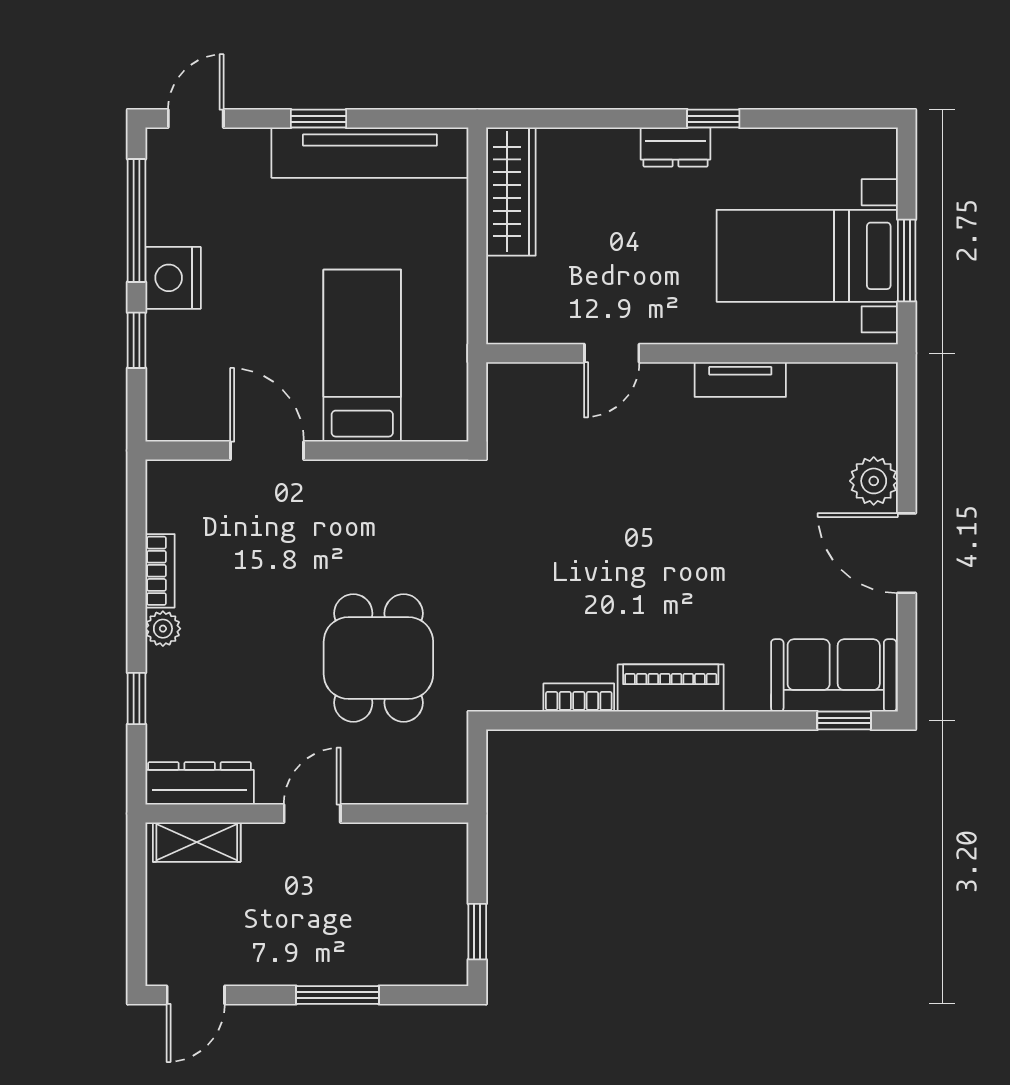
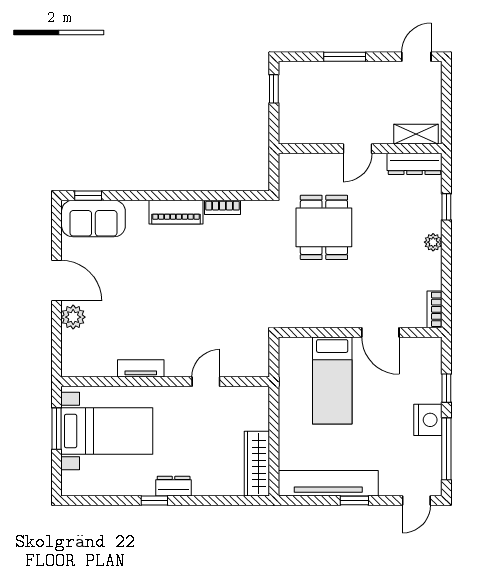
bookcase: (160, 571) -> (435, 309), moved

